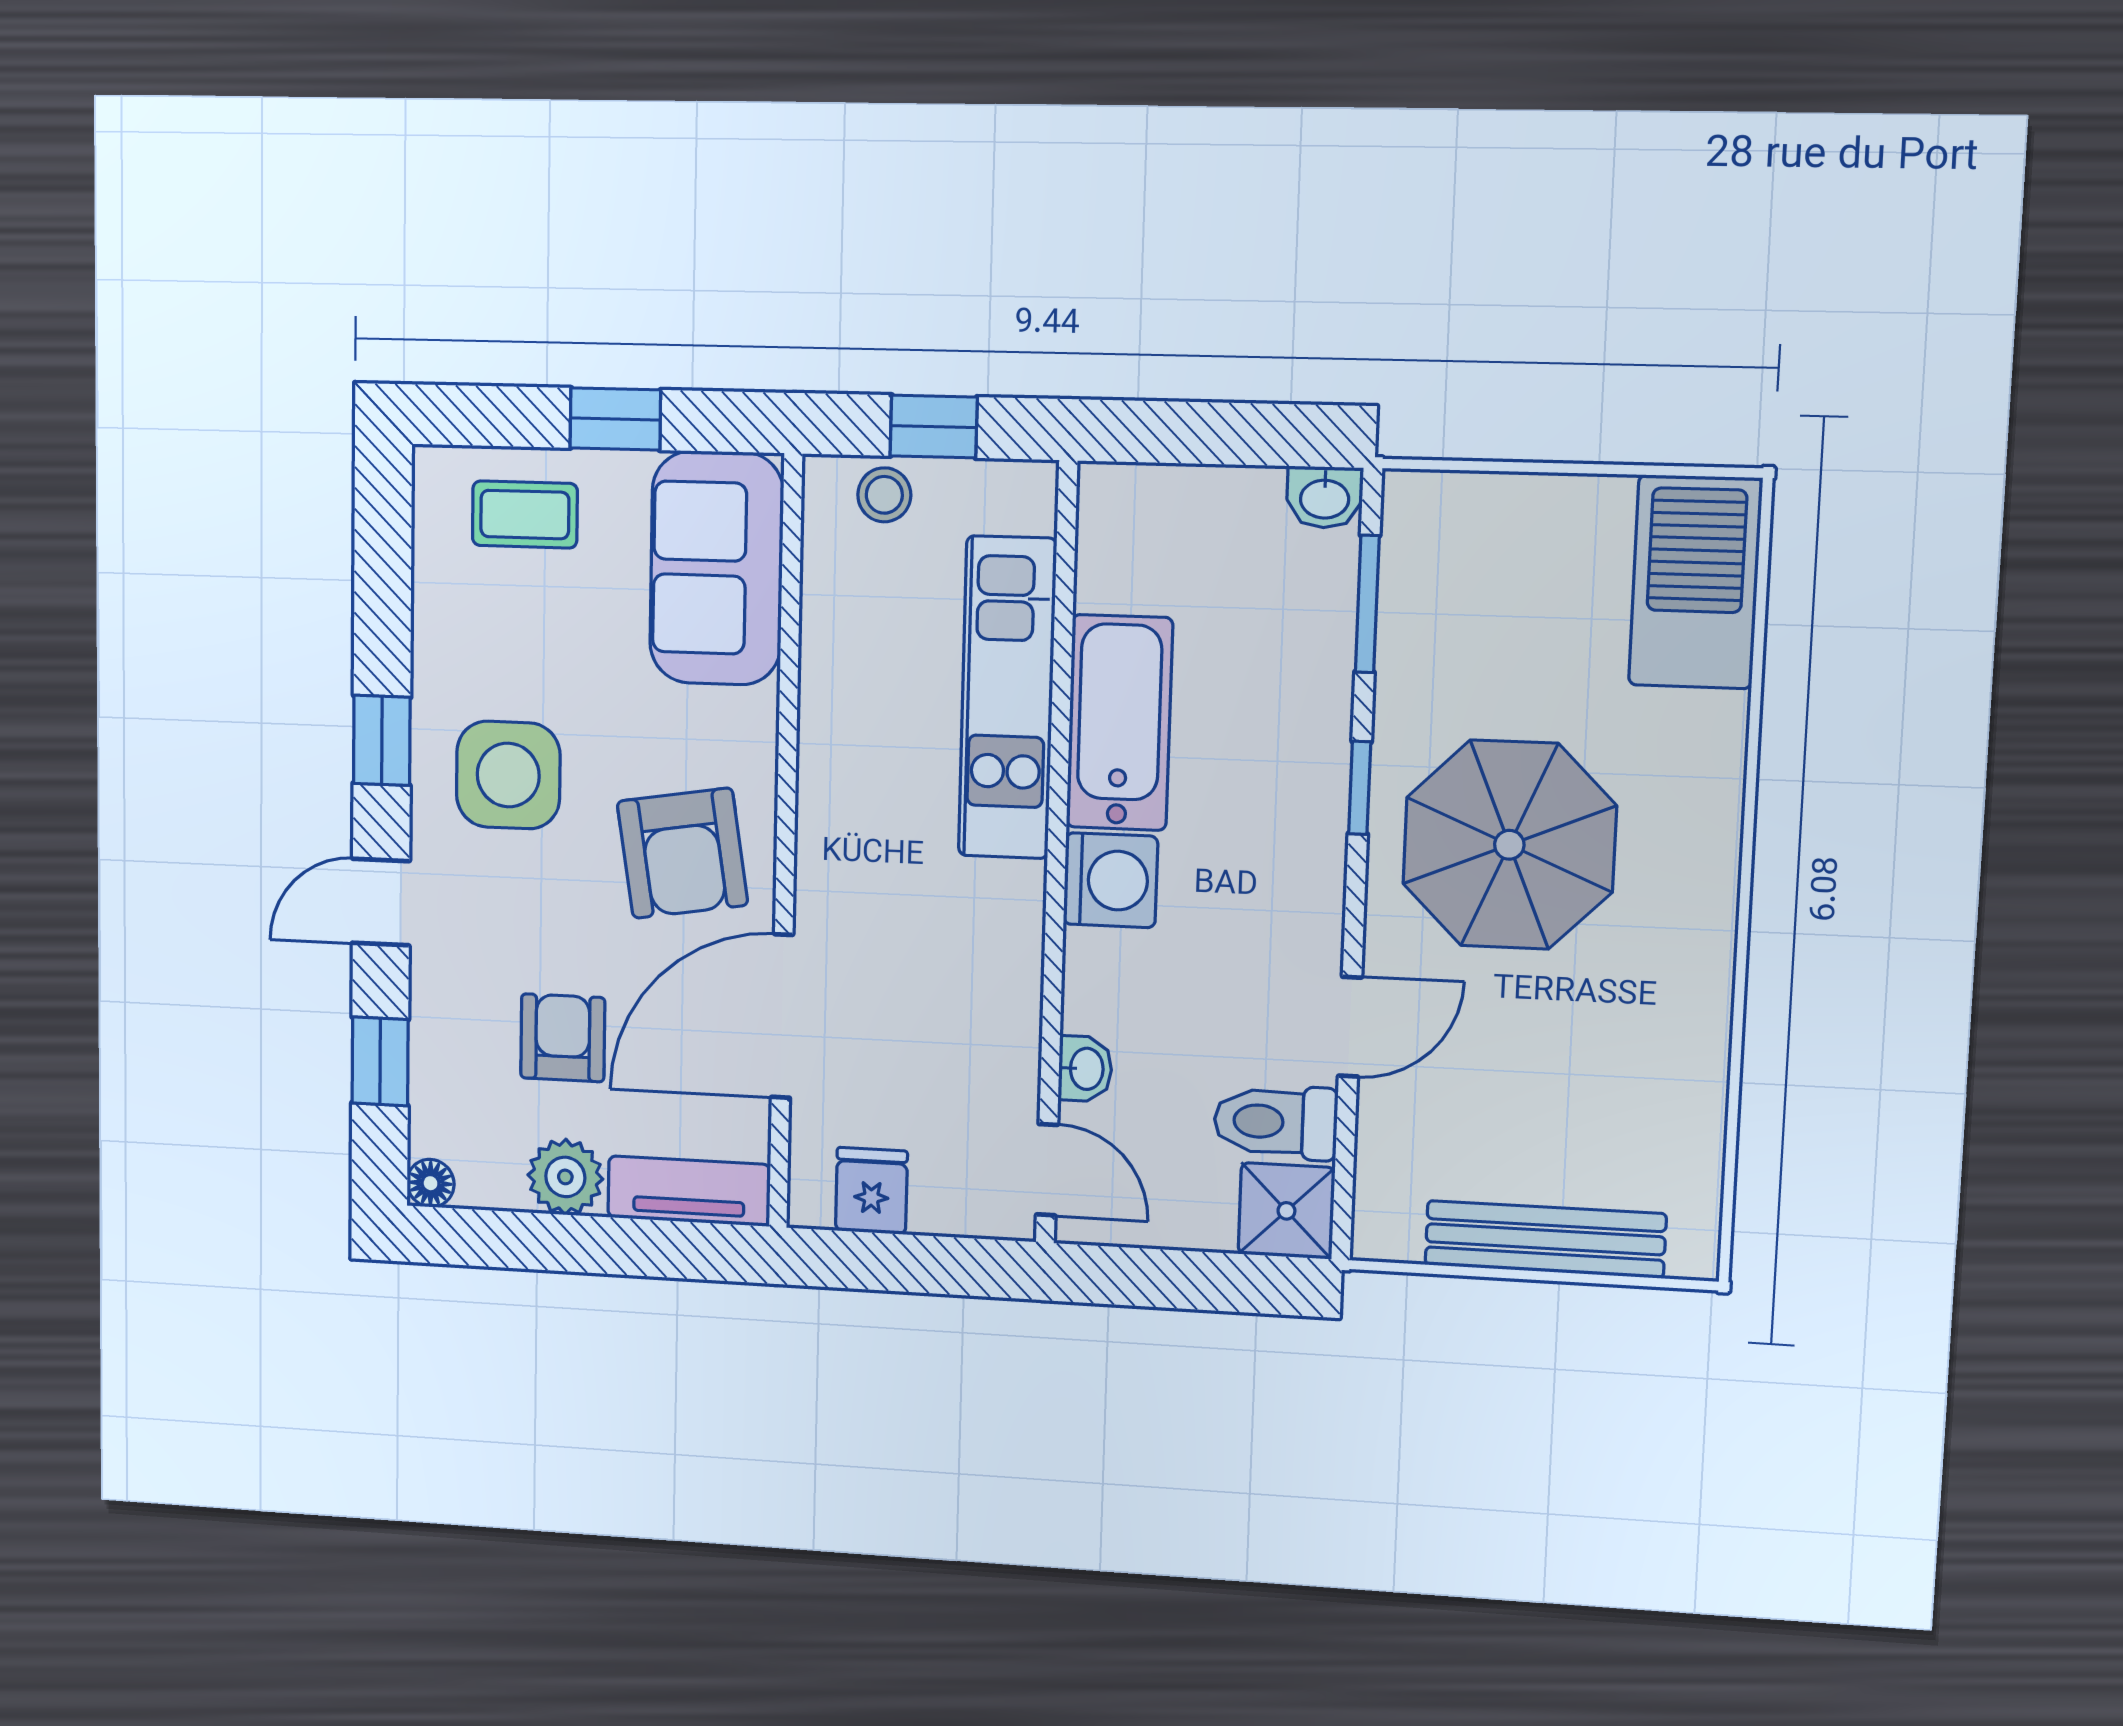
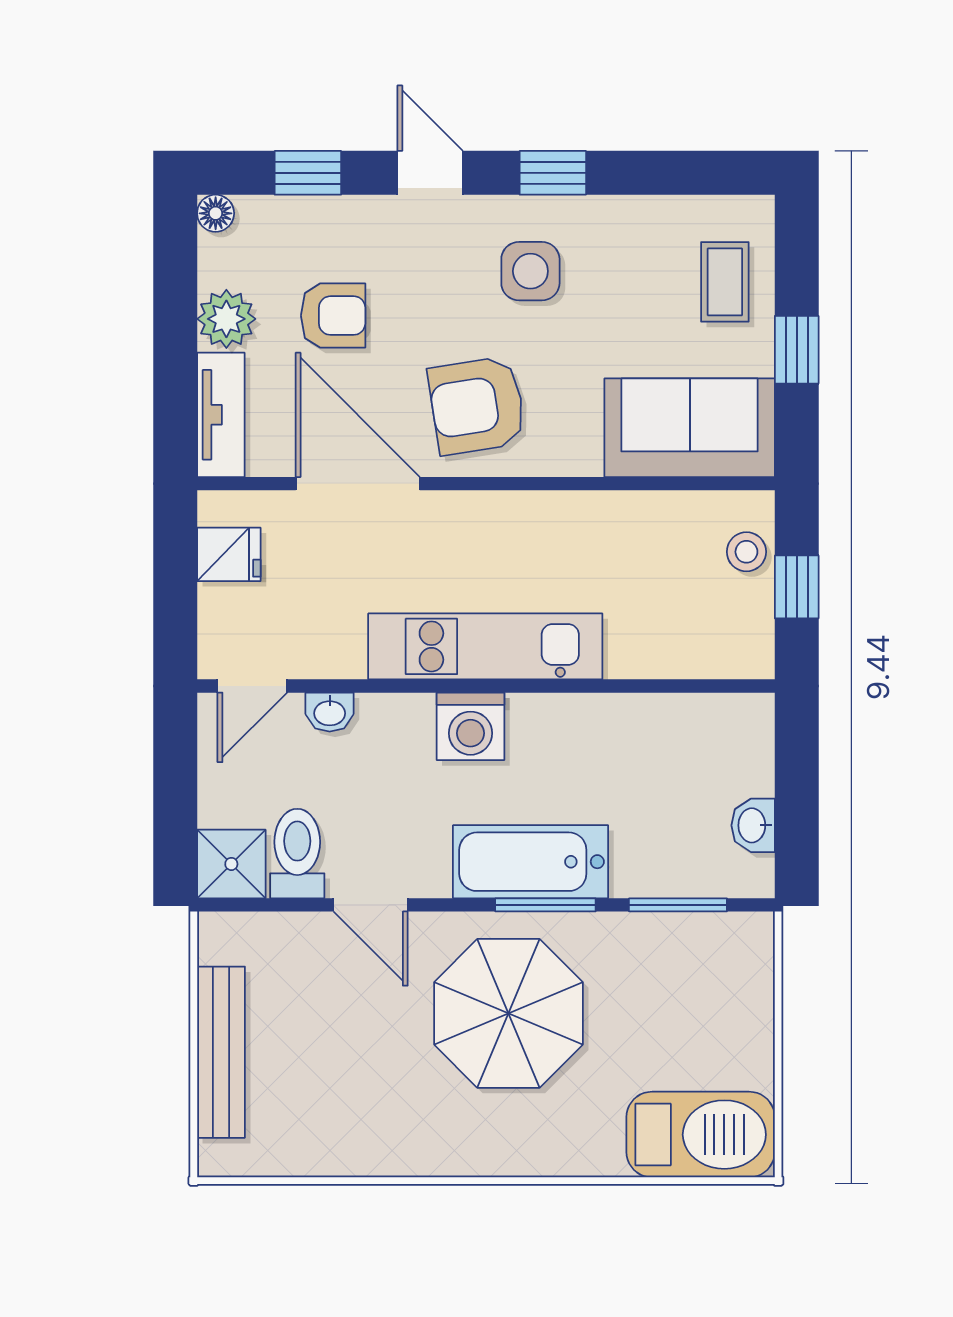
washbasin: (1325, 497) -> (753, 825), moved
kitchen unit: (1007, 698) -> (485, 646), moved
bathtub: (1119, 723) -> (531, 862), moved, turned 180
side table: (508, 775) -> (530, 271), width x0.73, depth x0.73
window: (1360, 788) -> (545, 905), width x1.50

